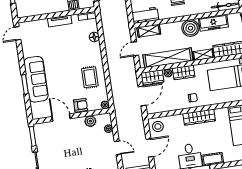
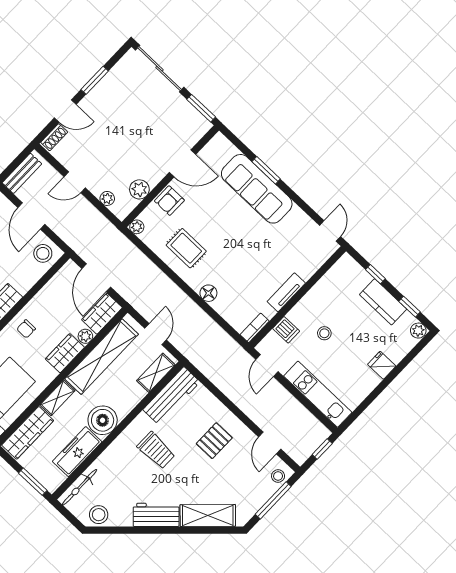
workbench: (145, 15) -> (171, 396), width x1.38
floor lamp: (94, 37) -> (208, 293), moved

